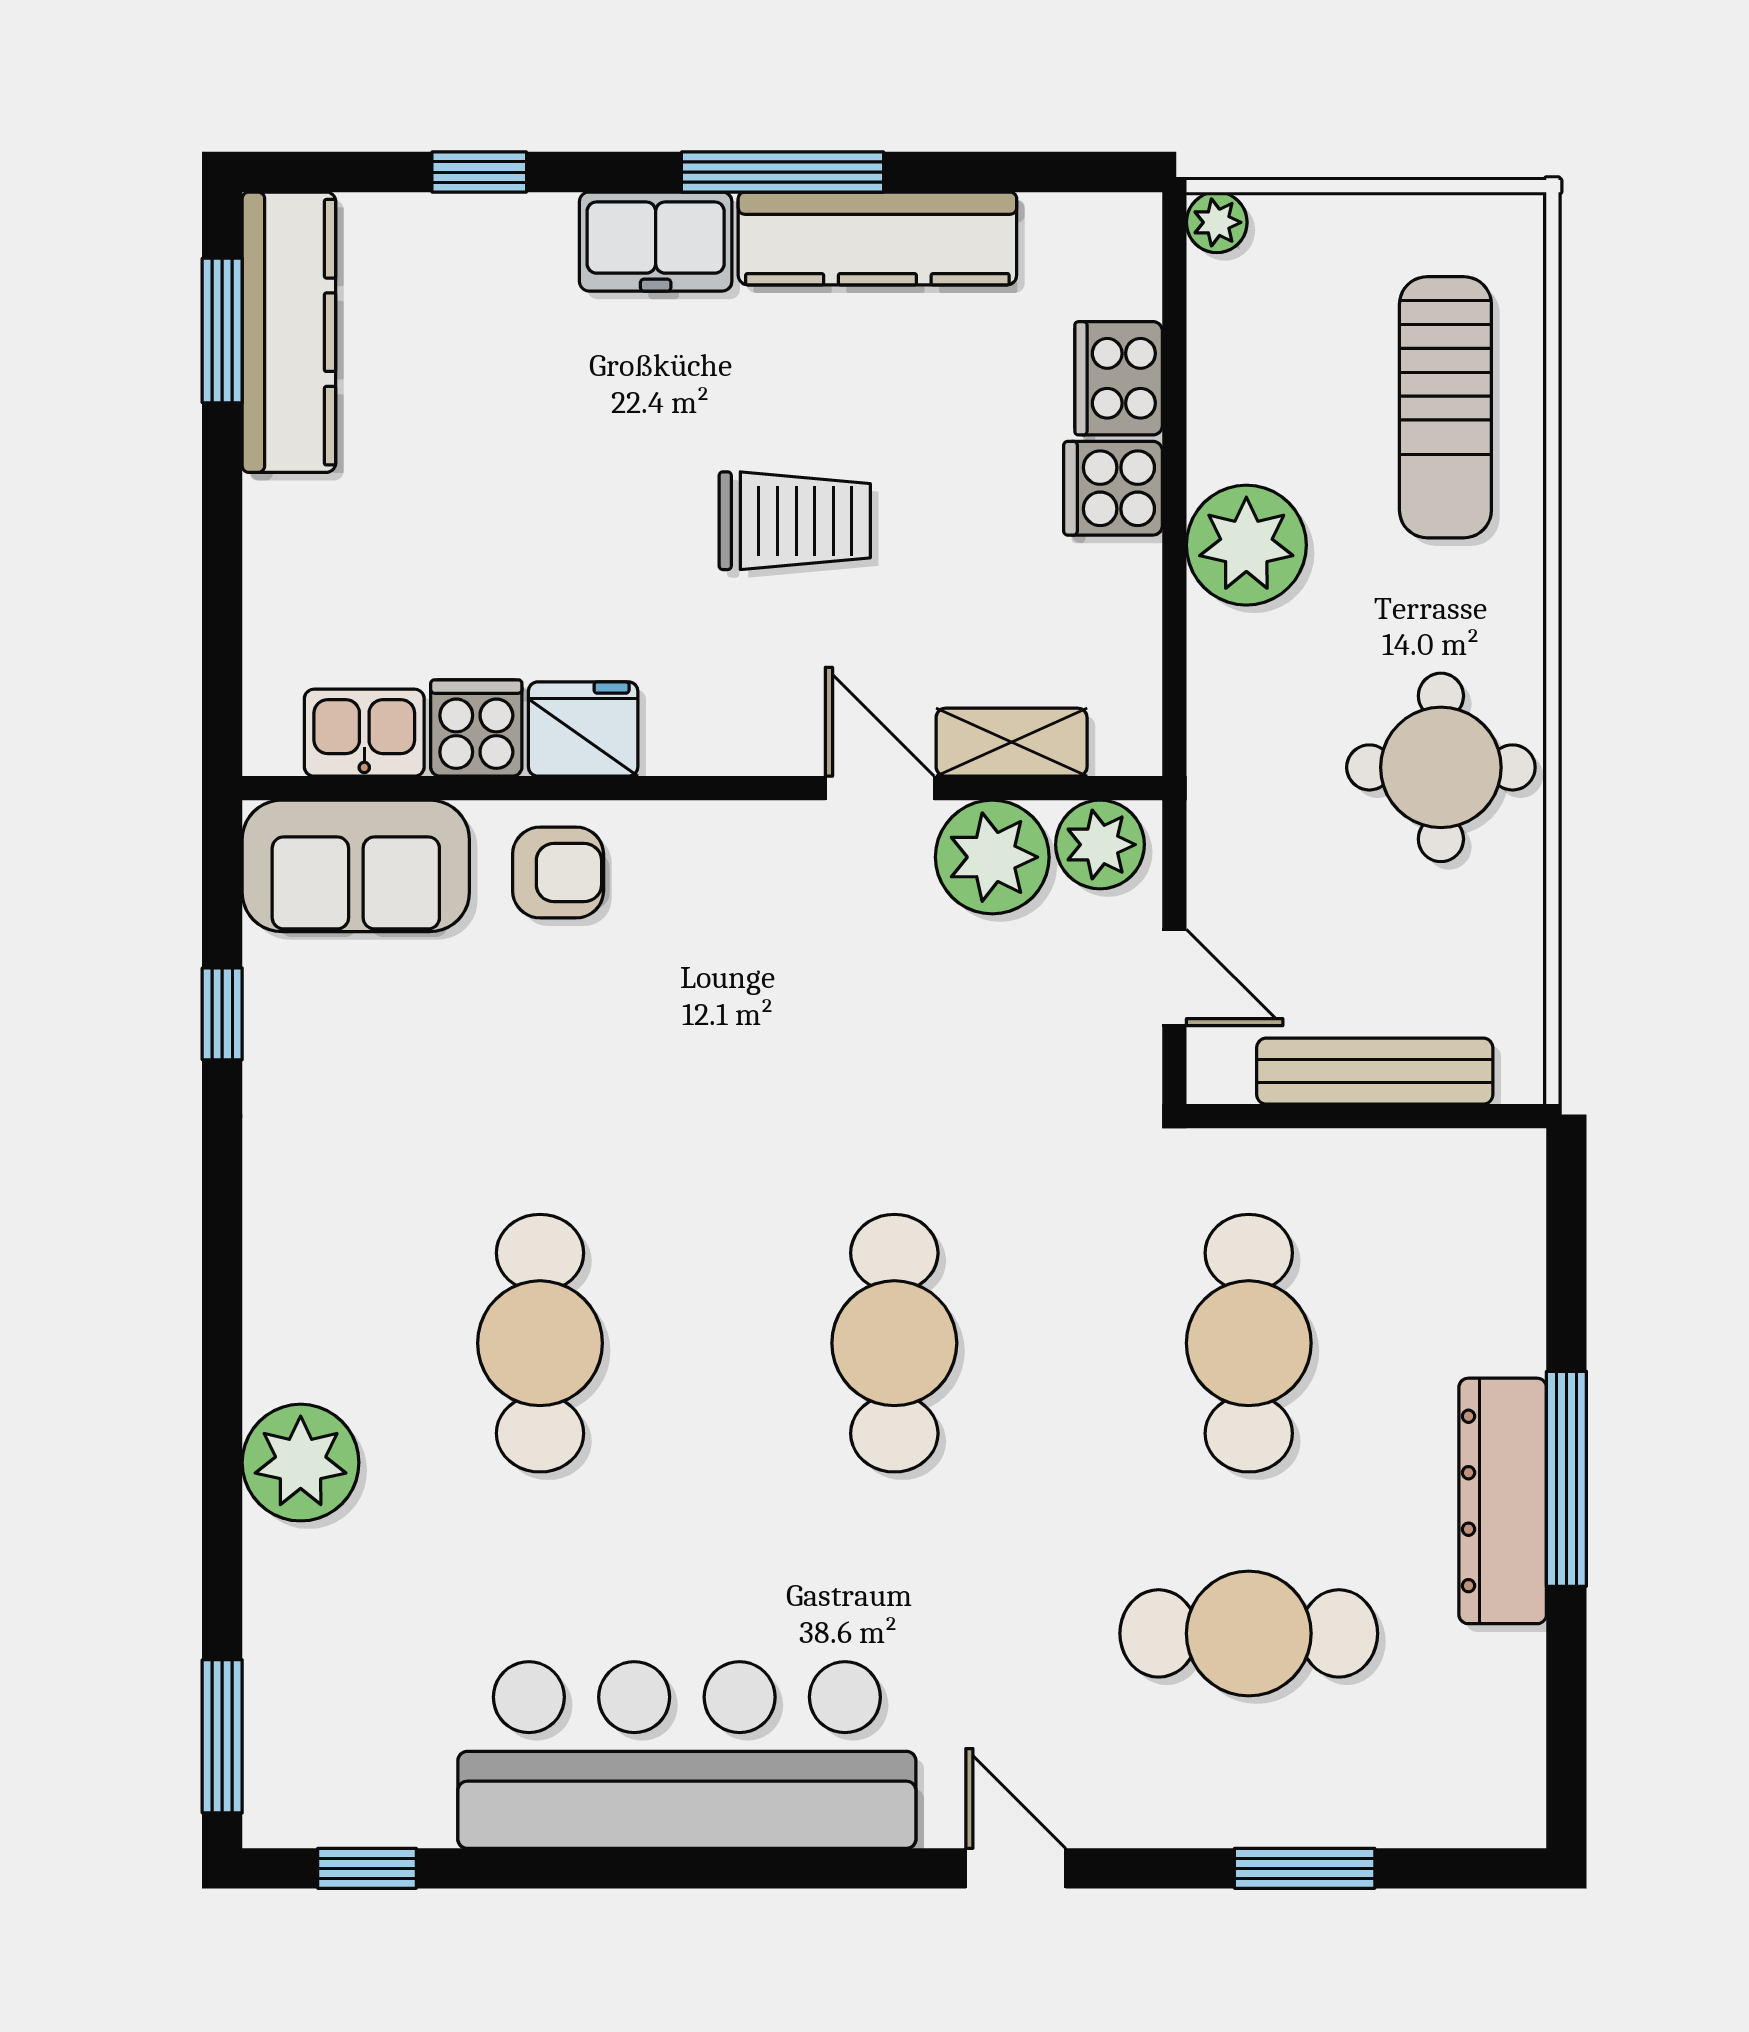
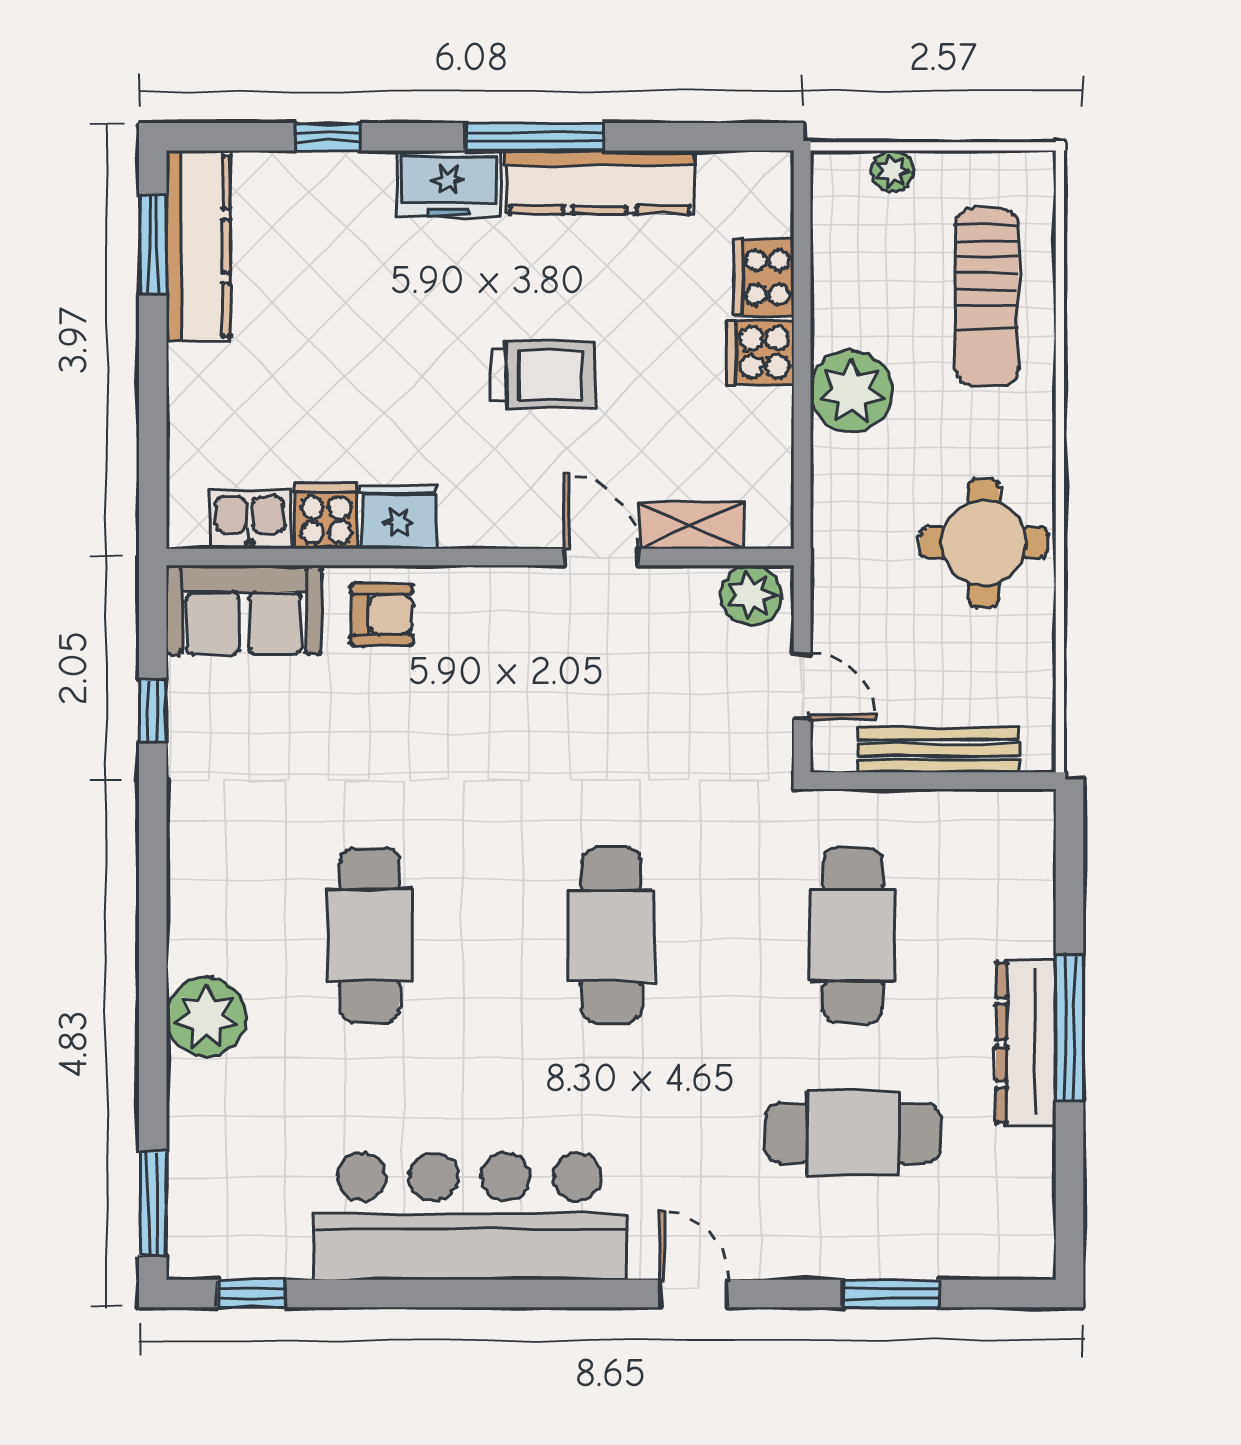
plant: (1217, 222) -> (893, 171), moved
plant: (992, 857) -> (678, 604), removed

